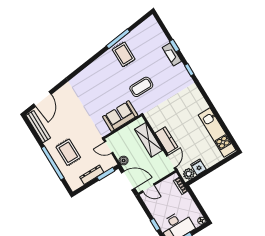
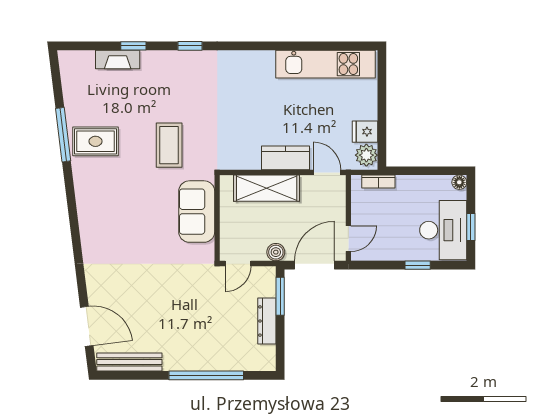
fireplace: (172, 54) -> (118, 59), moved
rug: (68, 152) -> (204, 338), removed

